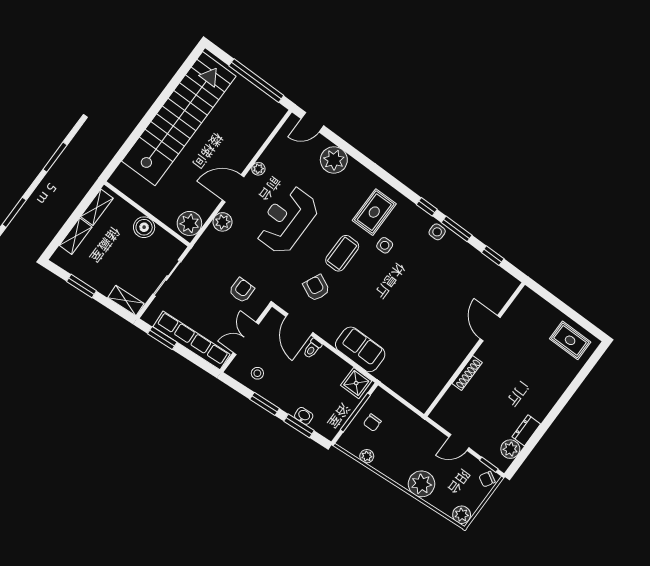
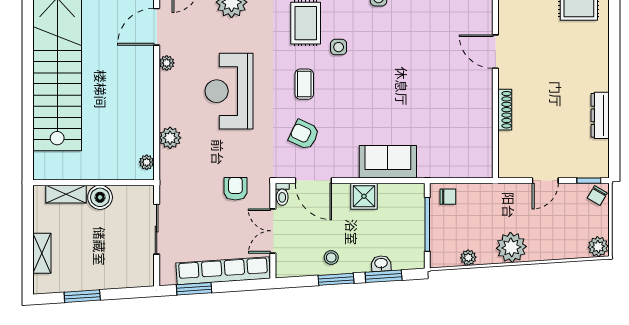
door: (233, 188) -> (157, 27), moved
shelving: (97, 207) -> (66, 194), moved, turned 90
plant: (189, 223) -> (147, 162), width x0.53, depth x0.53
coffee table: (342, 253) -> (304, 84), width x0.73, depth x0.77
shelving: (126, 301) -> (134, 279), removed
toilet: (312, 348) -> (282, 194), moved
stool: (257, 373) -> (331, 257), moved
shower: (356, 383) -> (364, 196), moved
chair: (372, 423) -> (448, 197), moved, turned -90
dresser: (526, 430) -> (600, 115), width x1.44
plant: (510, 449) -> (598, 151), removed
plant: (421, 484) -> (511, 247), moved

